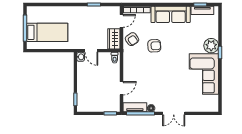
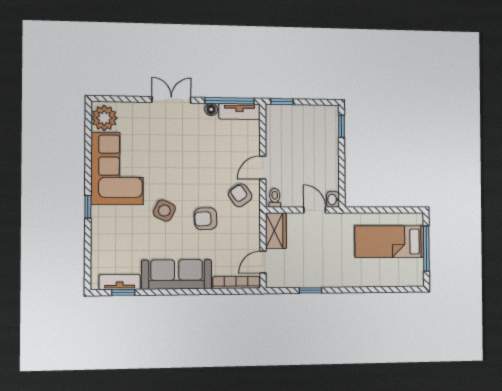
armchair: (132, 39) -> (240, 195), moved
plant: (211, 46) -> (104, 118), moved
side table: (178, 50) -> (164, 211), added
door: (121, 88) -> (263, 168), moved

